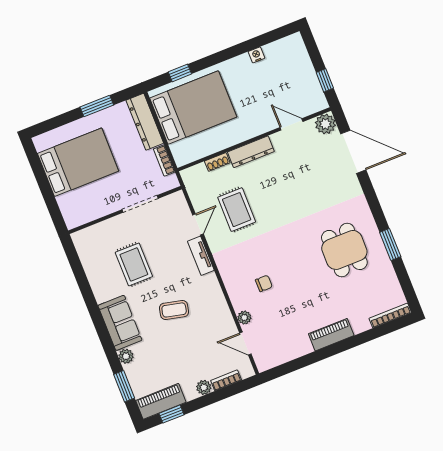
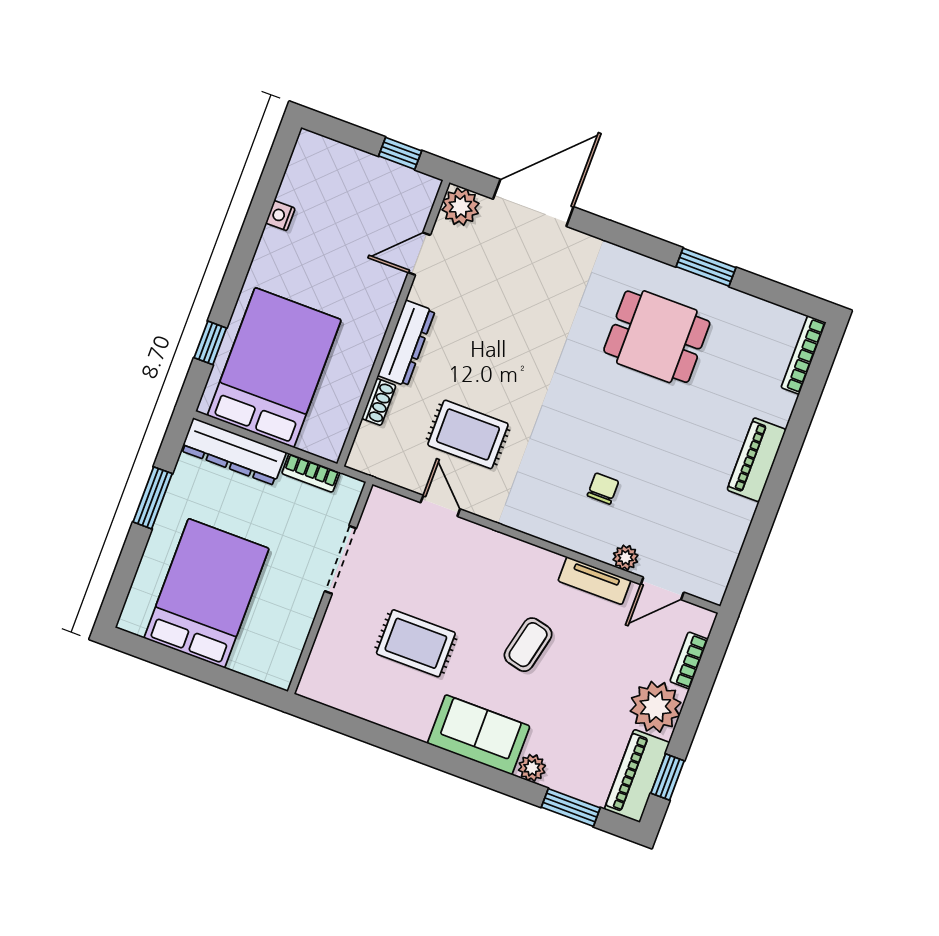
tv unit: (201, 256) -> (594, 581), moved
plant: (204, 387) -> (656, 707), width x1.87, depth x1.87

